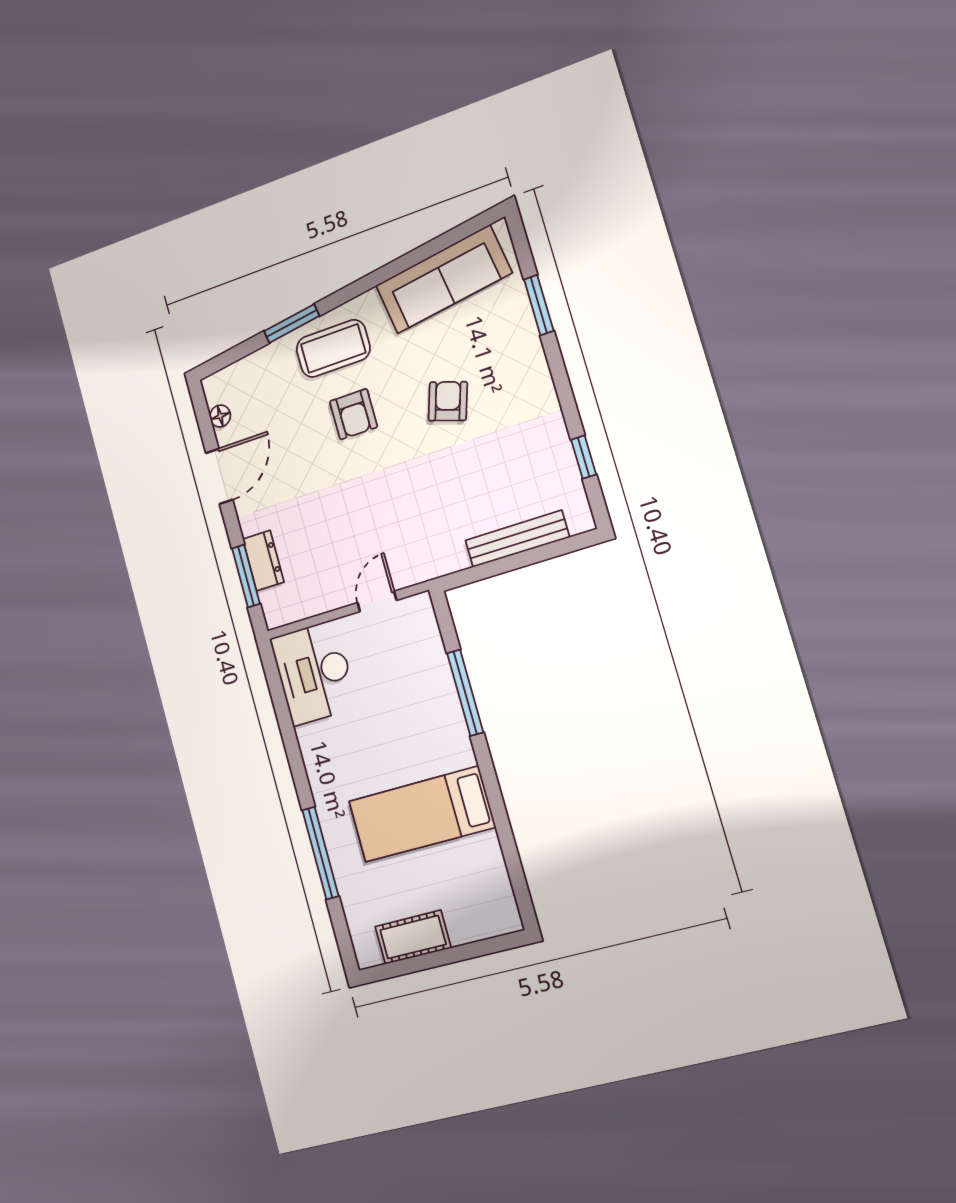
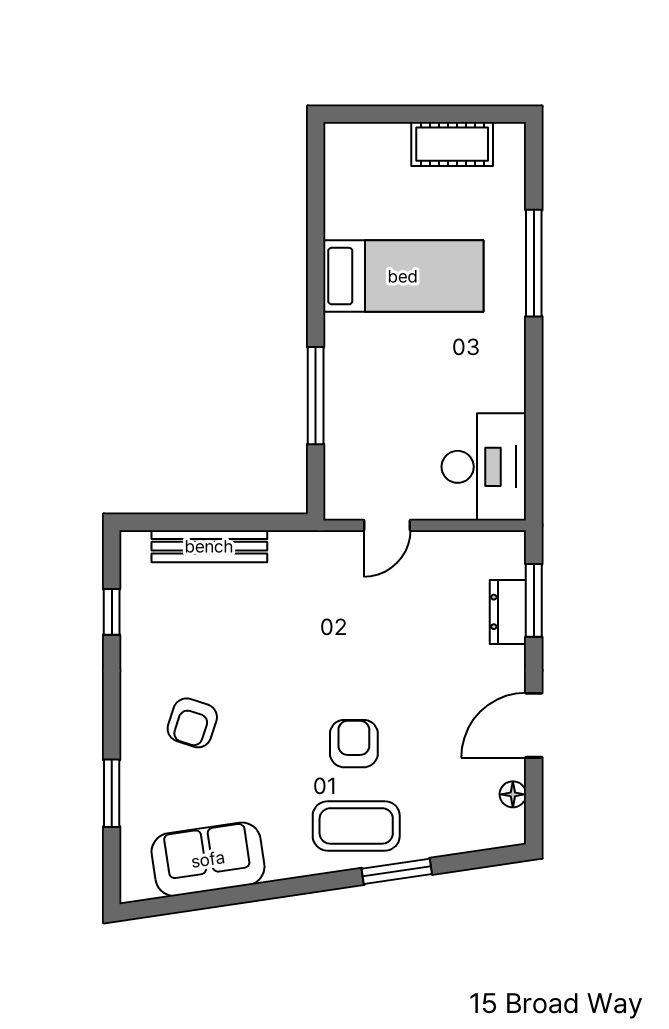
sofa: (443, 279) -> (208, 859), width x0.73
armchair: (448, 401) -> (192, 723), moved

